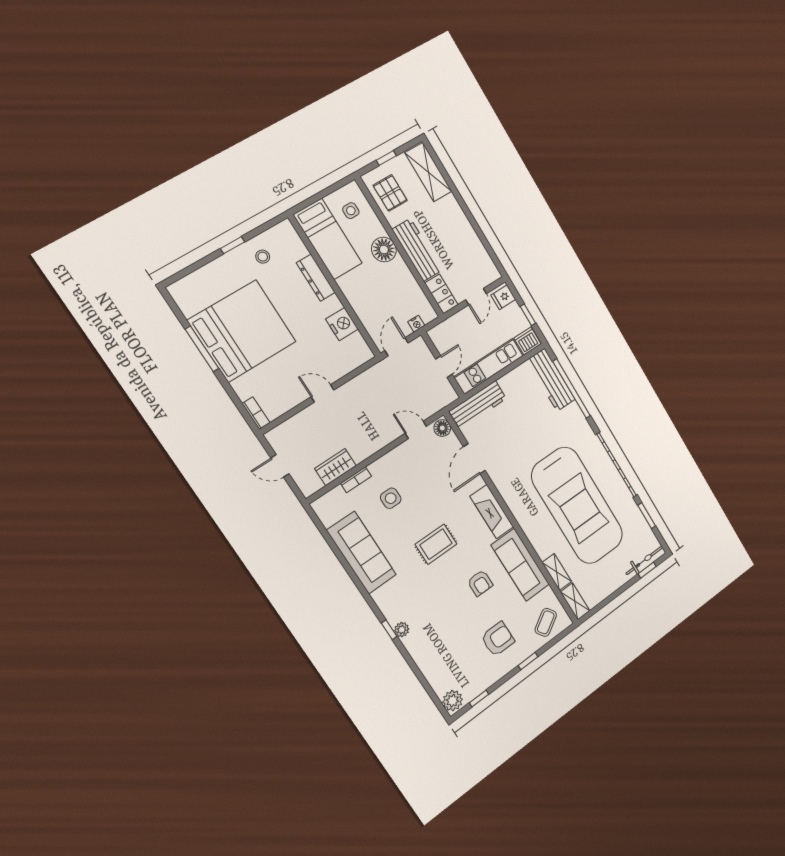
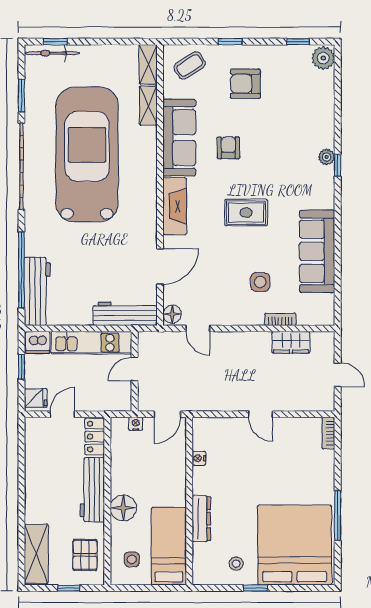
nightstand: (342, 324) -> (199, 458), width x0.53, depth x0.56
bed: (242, 331) -> (295, 545), moved, turned 90

